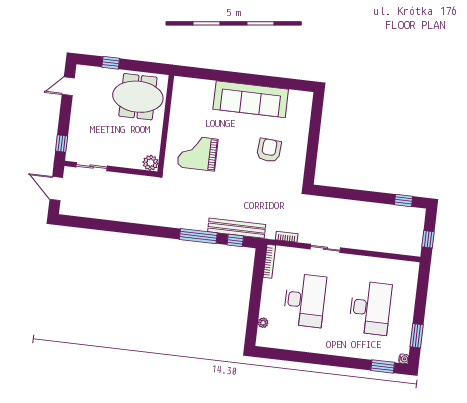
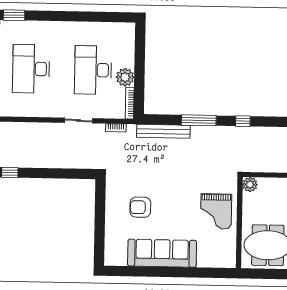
armchair: (269, 150) -> (140, 207), turned 86
grand piano: (198, 153) -> (216, 211), moved, turned 90
window: (235, 240) -> (243, 121), moved
plant: (263, 323) -> (125, 77), moved, width x1.88, depth x1.88

